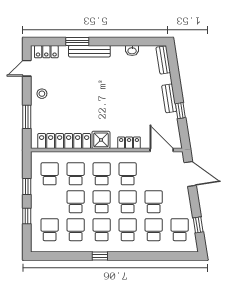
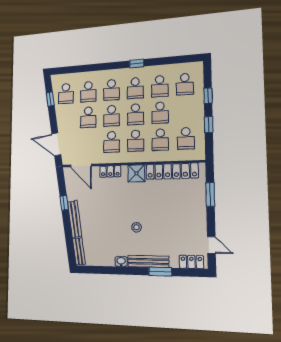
washbasin: (132, 51) -> (121, 261), moved
door: (27, 68) -> (211, 245), hinge flipped
stool: (42, 94) -> (137, 227), moved
bench: (169, 98) -> (75, 219), width x1.36

